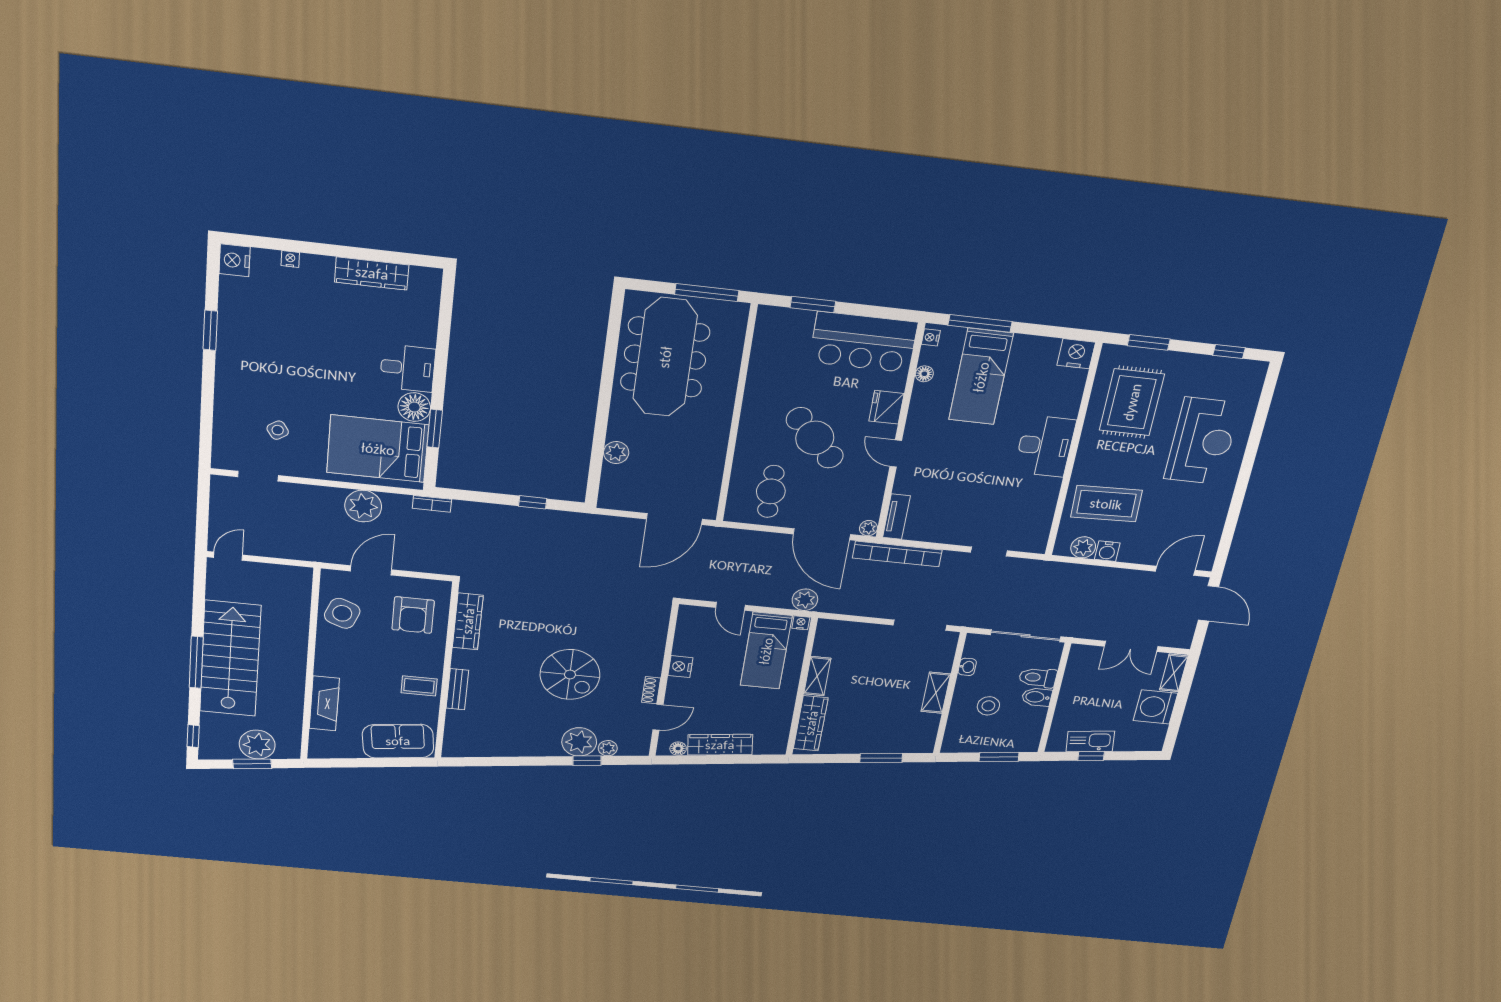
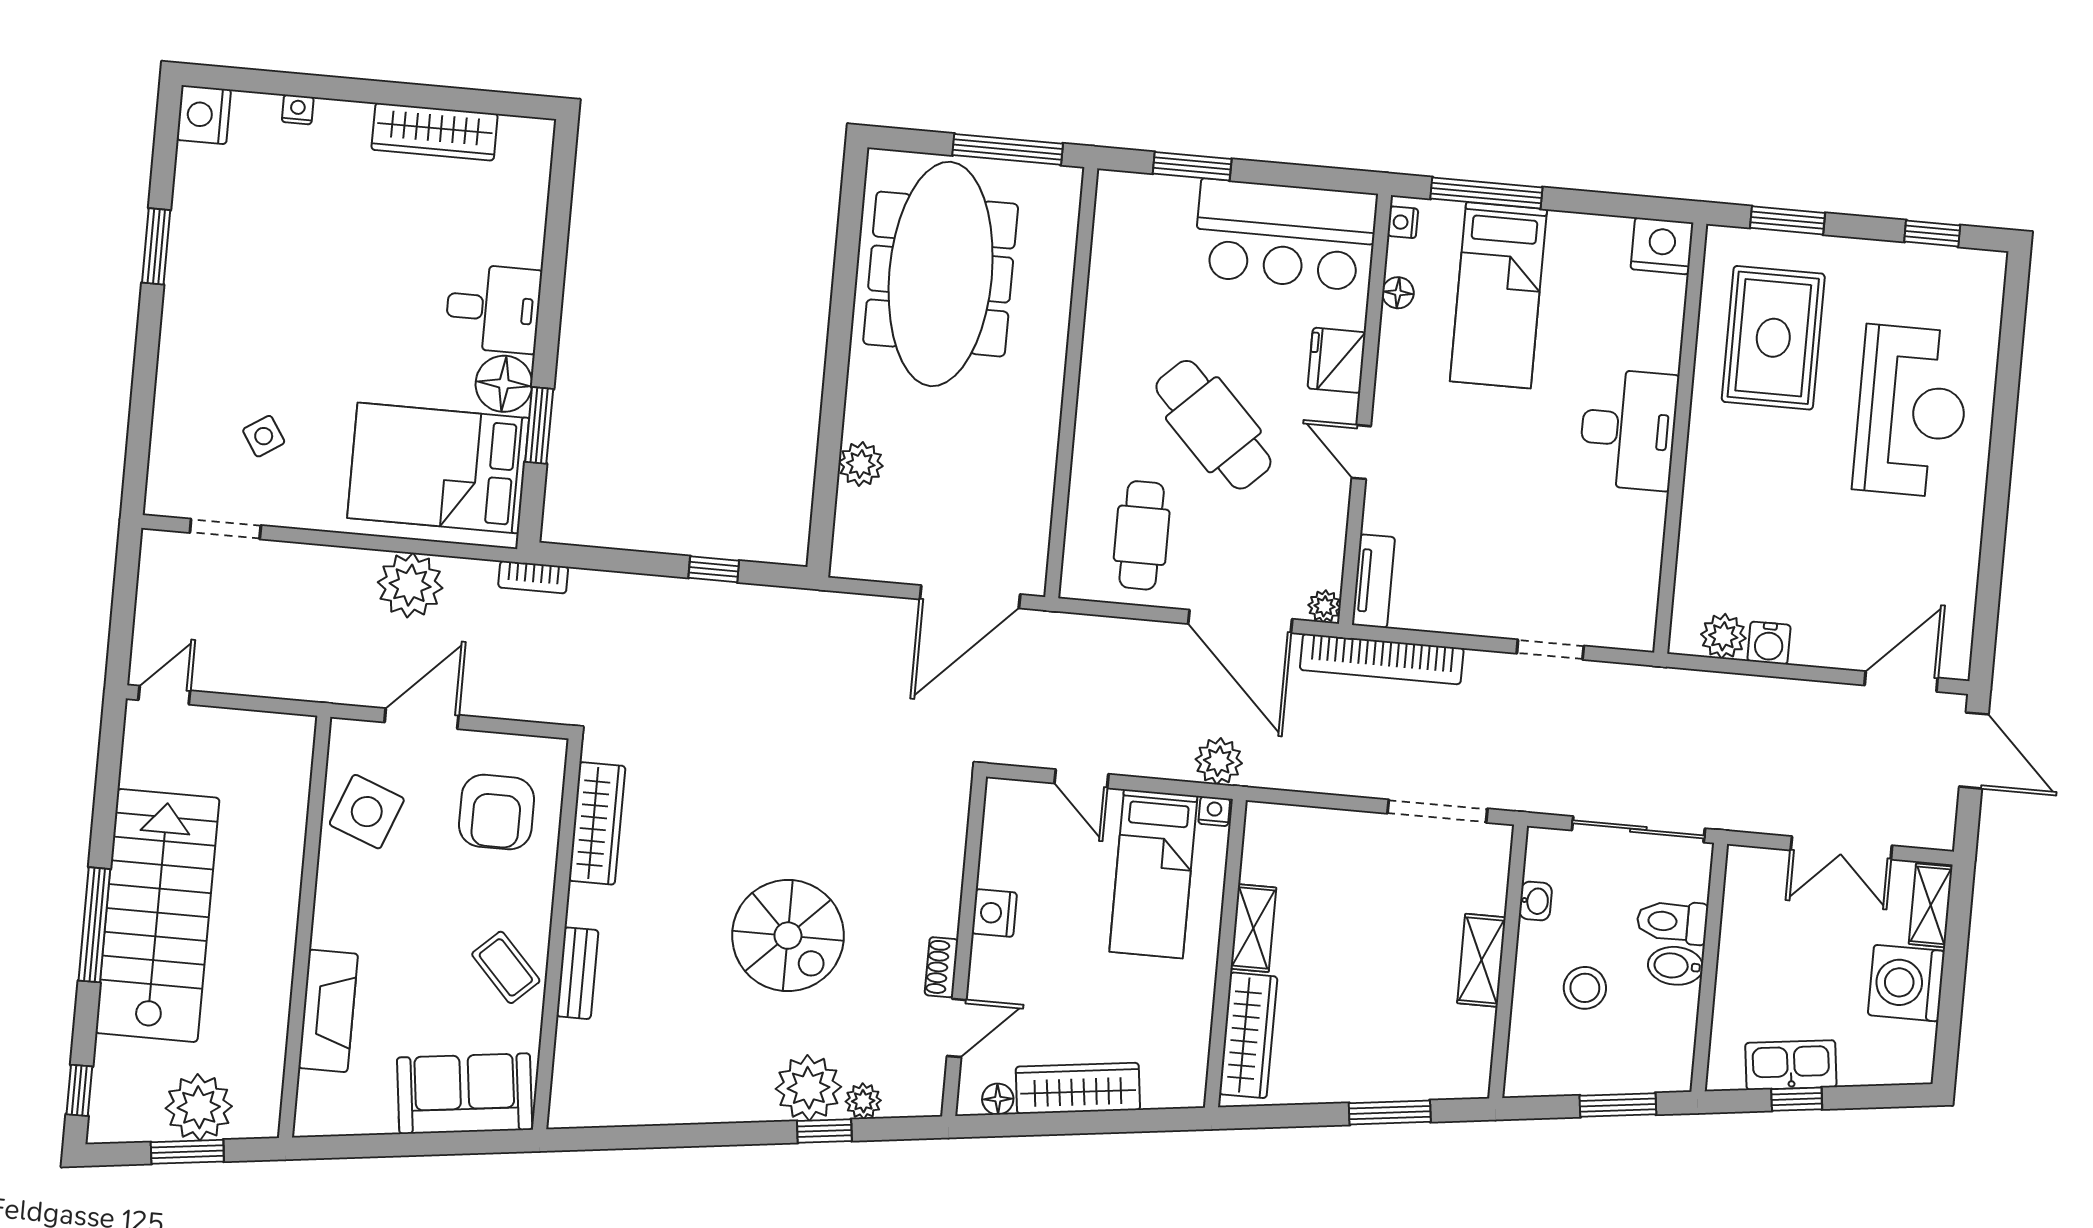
coffee table: (1106, 504) -> (1754, 544), removed
coffee table: (419, 686) -> (506, 967), turned 47

